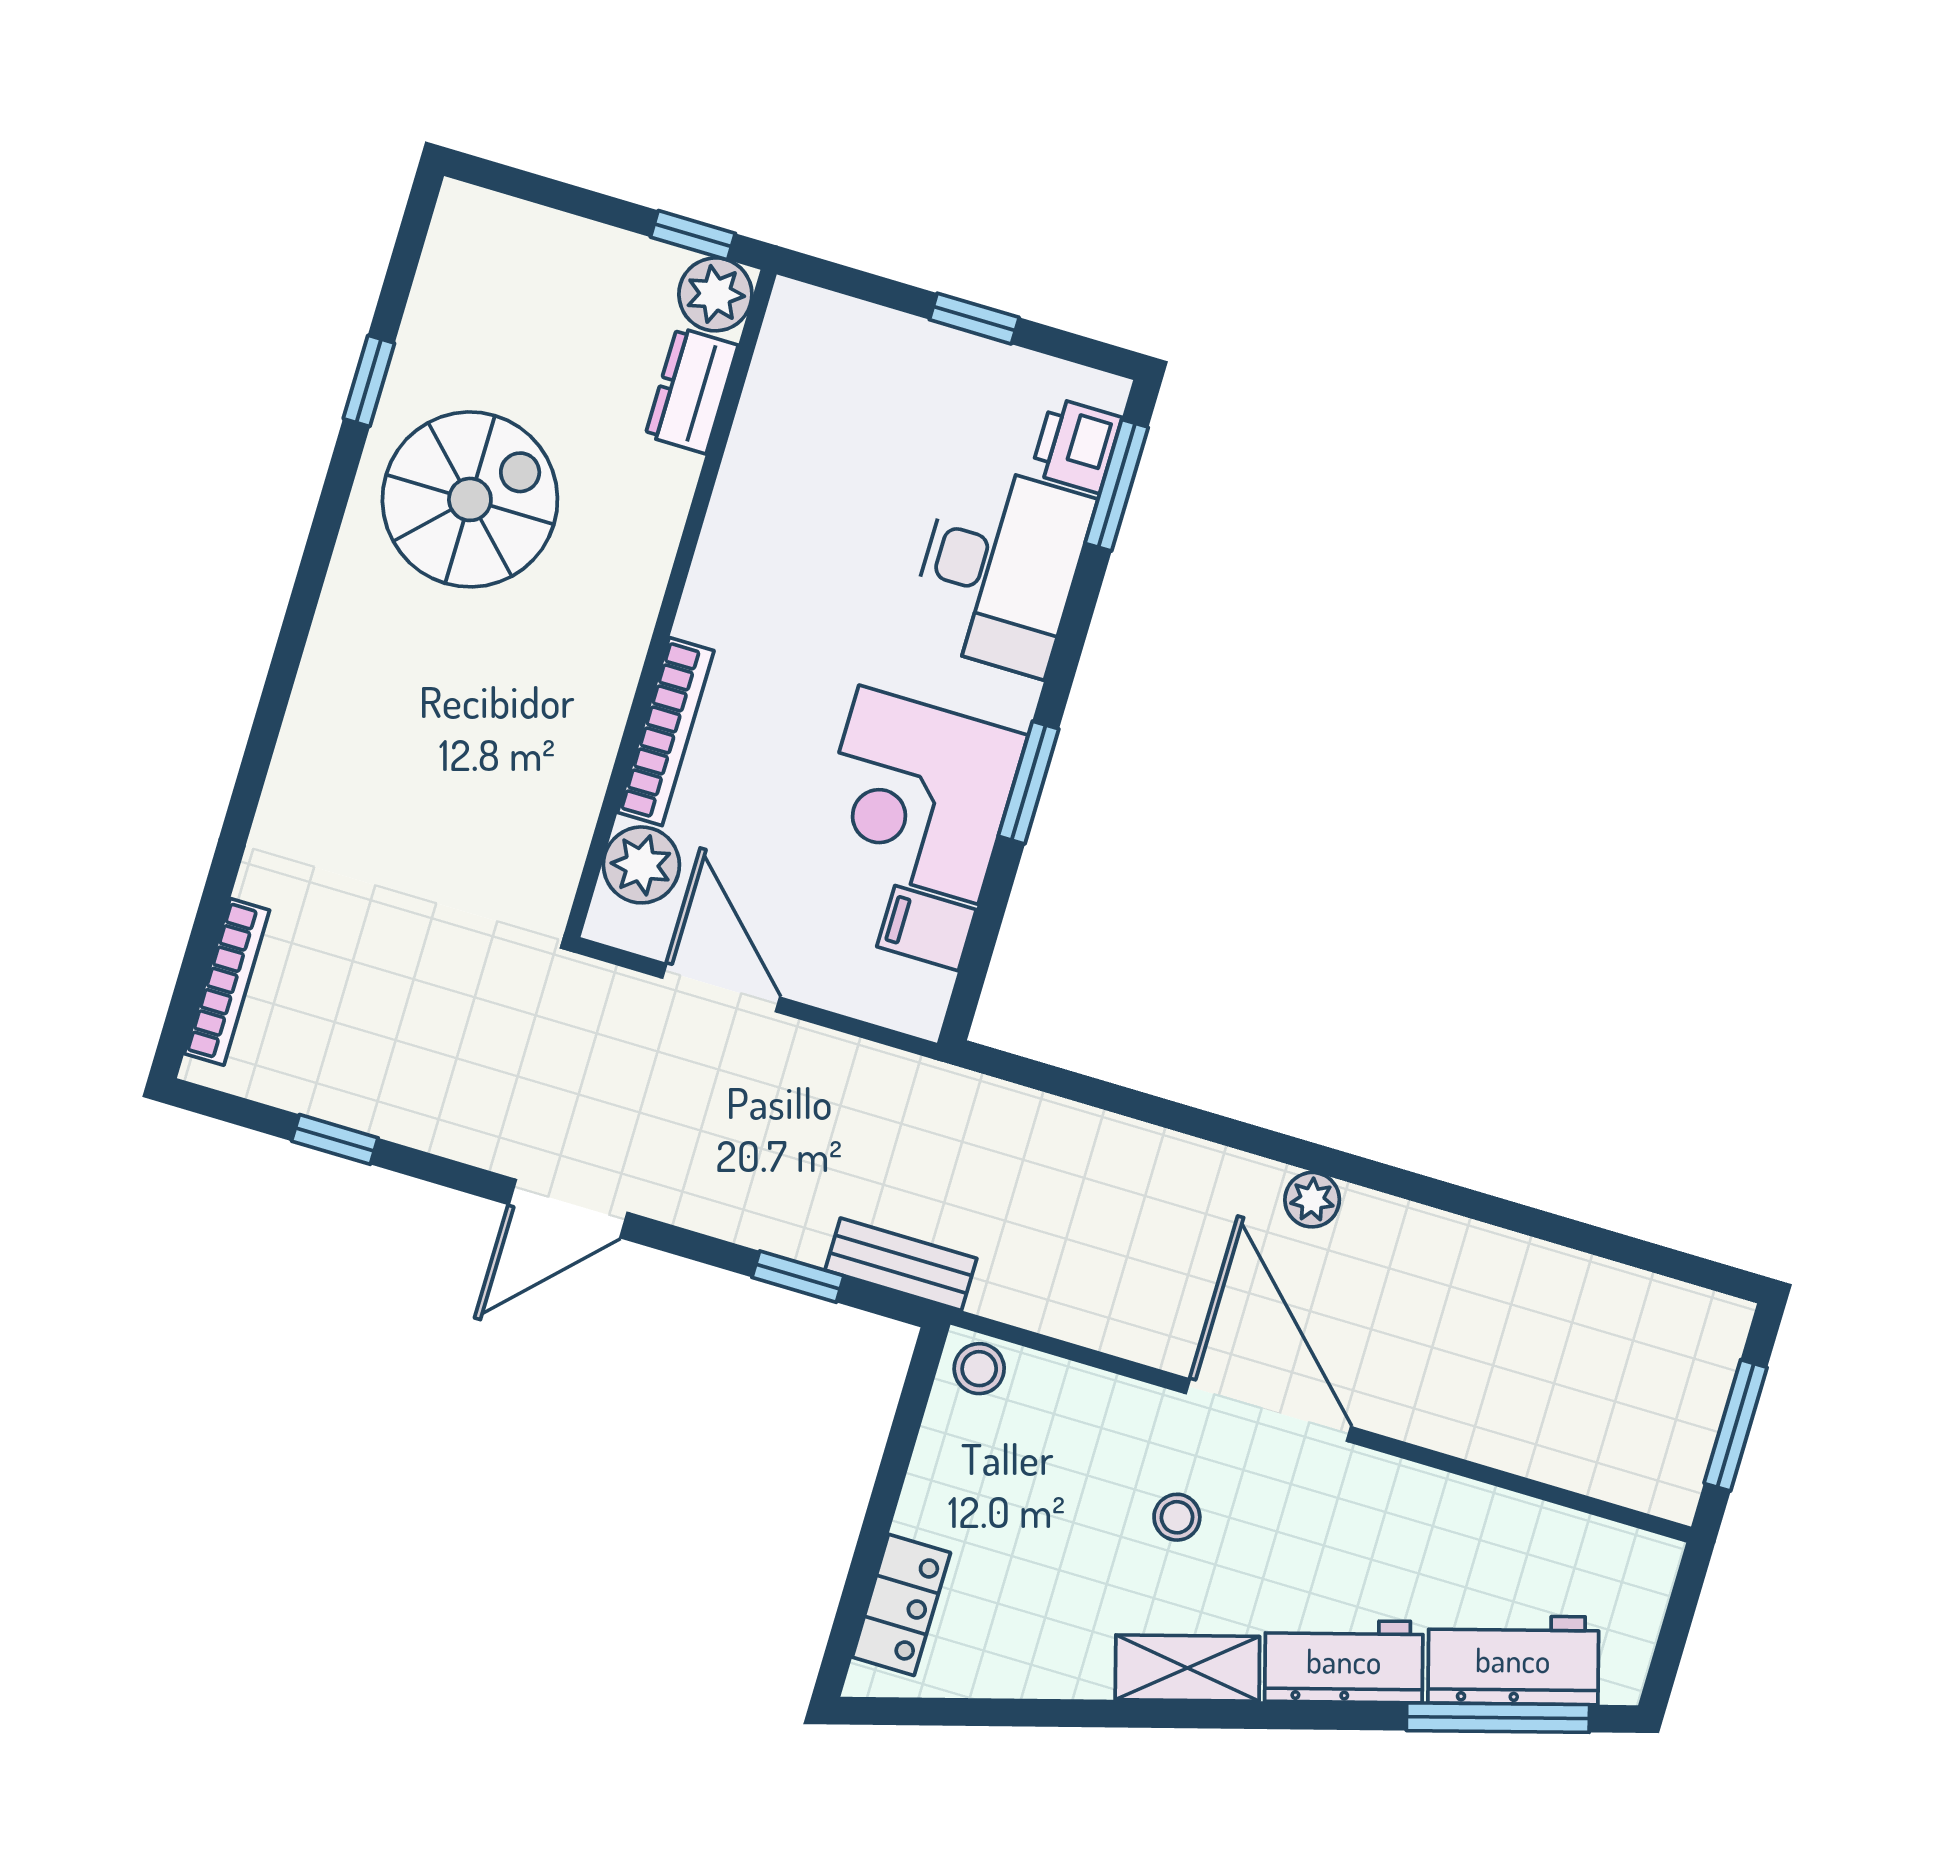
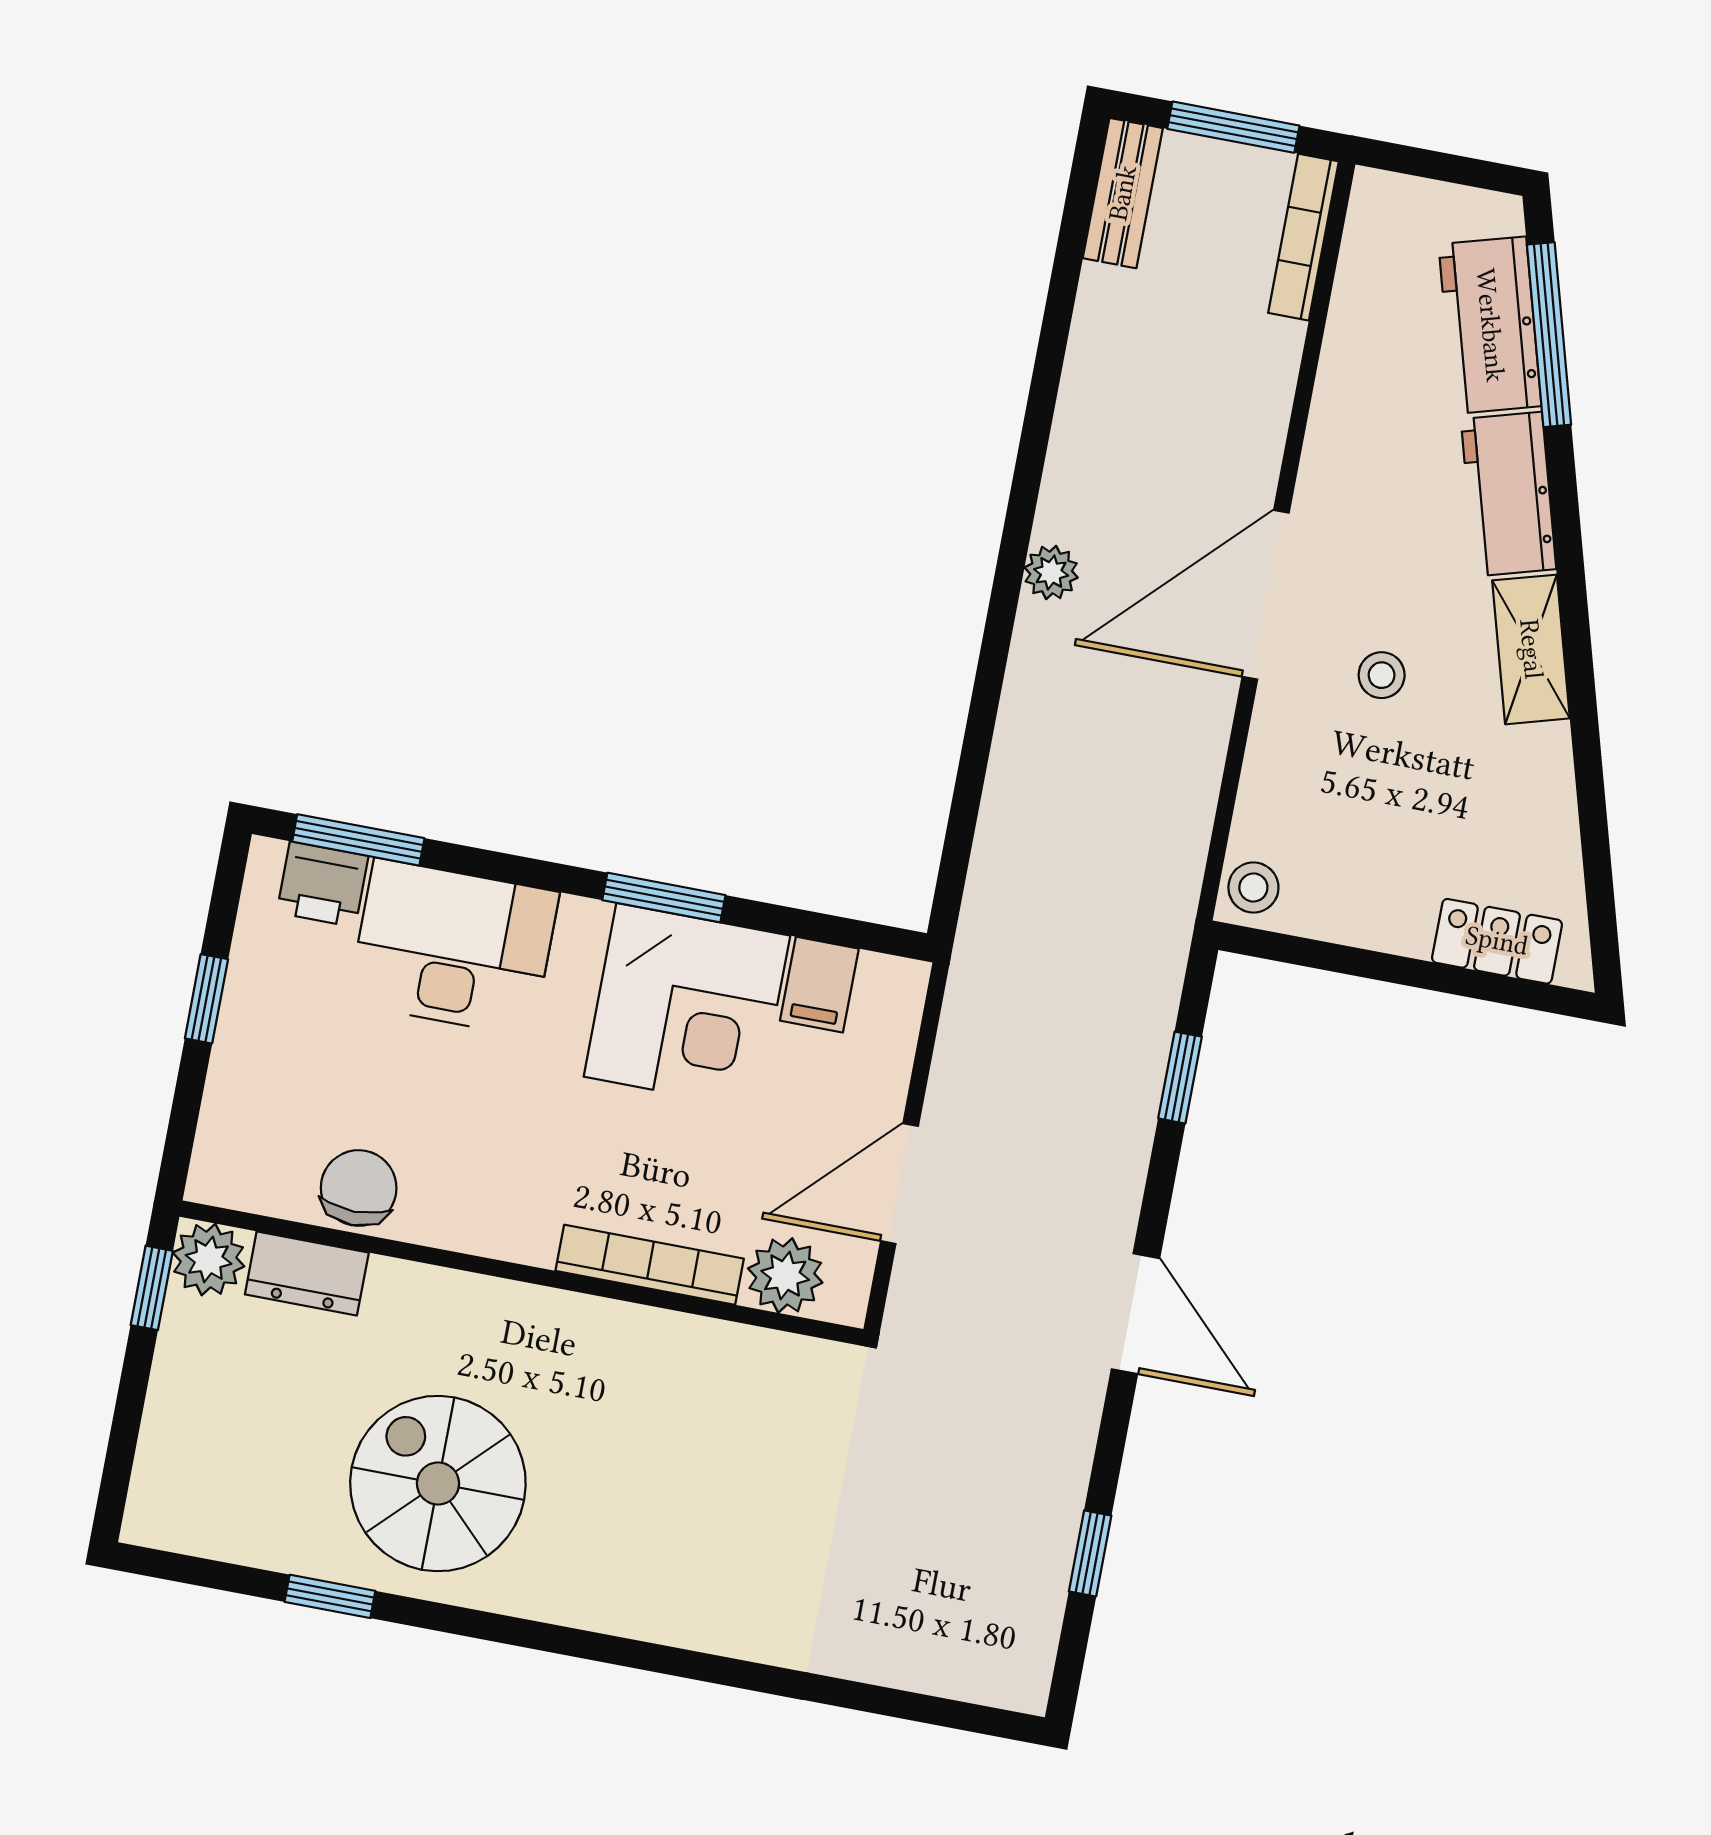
chair: (771, 450) -> (359, 1188), added
bookcase: (227, 982) -> (1304, 237), moved, turned -90
bench: (901, 1264) -> (1123, 193), moved

